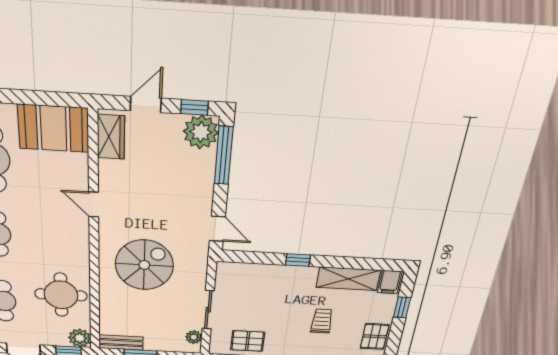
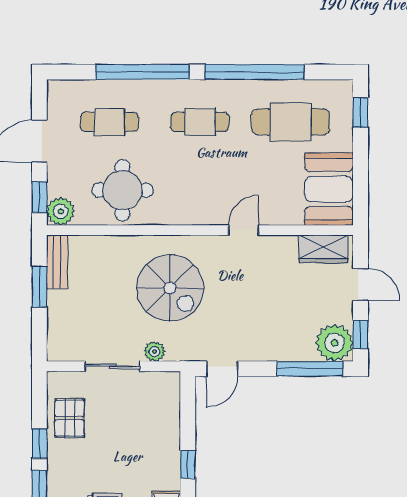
plant: (194, 337) -> (154, 351), moved

